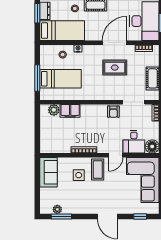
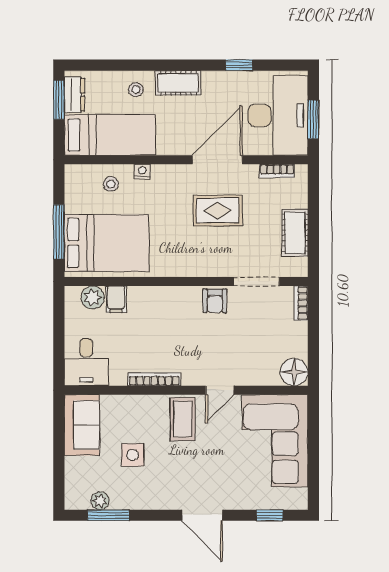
bed: (61, 79) -> (107, 243), width x1.50
filing cabinet: (70, 111) -> (116, 299), width x0.50
desk: (134, 142) -> (86, 362), moved
side table: (79, 175) -> (133, 455), moved

